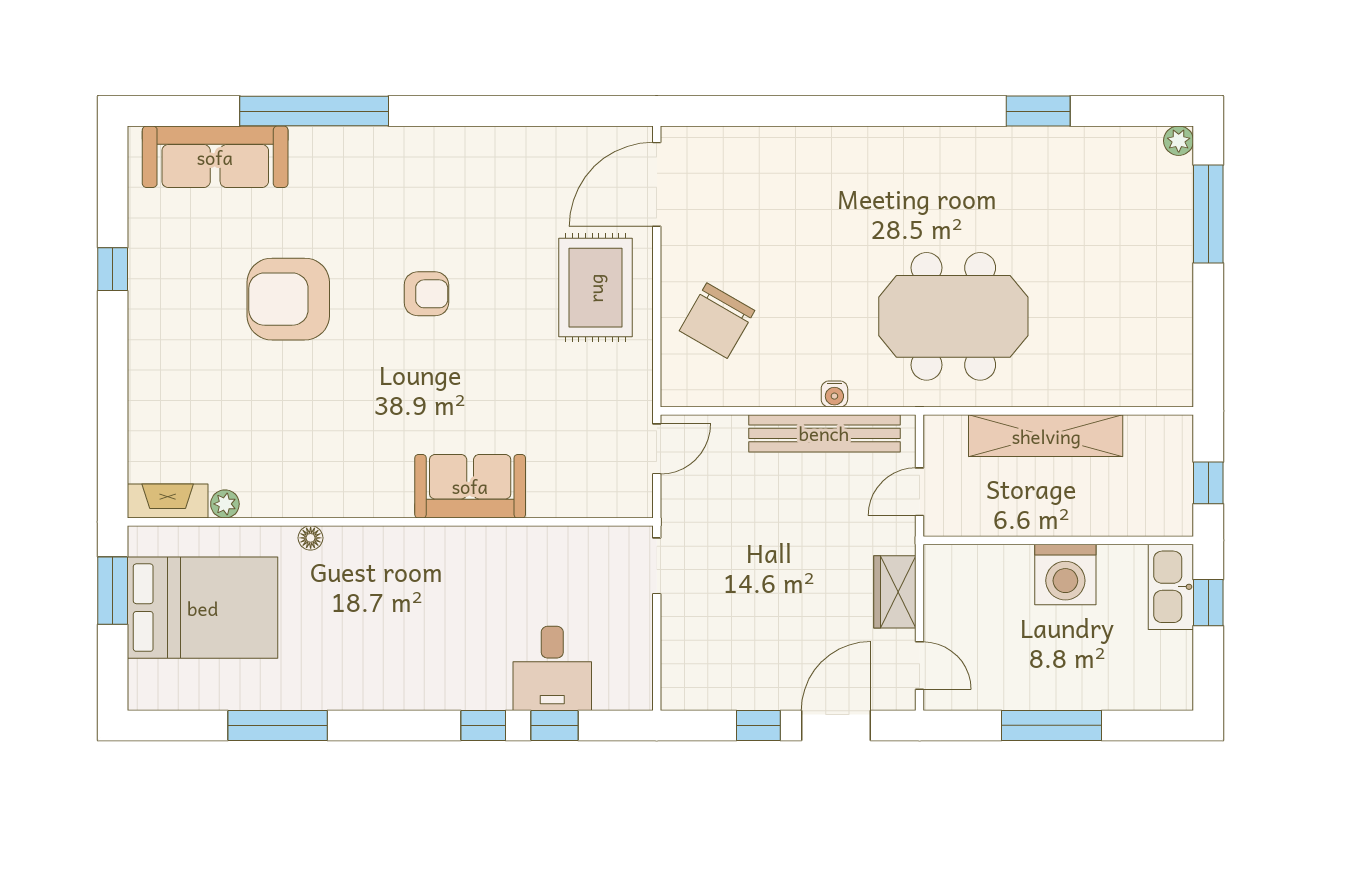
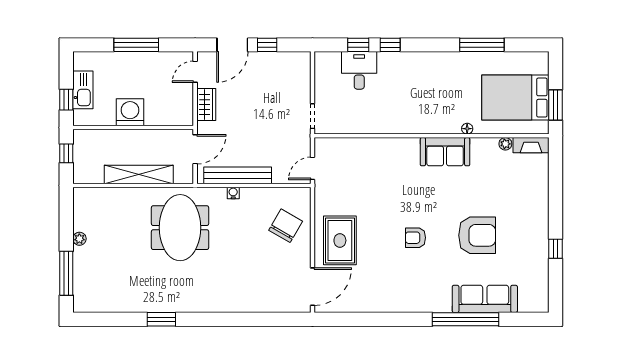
window: (1038, 111) -> (161, 319), moved
plant: (1179, 141) -> (79, 239), moved
sofa: (215, 157) -> (485, 299), moved
meeting table: (953, 316) -> (180, 228), turned 90
sofa: (470, 486) -> (445, 152), moved
door: (920, 492) -> (195, 149), width x1.38
kitchen sink: (1171, 587) -> (83, 90), moved
door: (920, 666) -> (195, 72), hinge flipped

